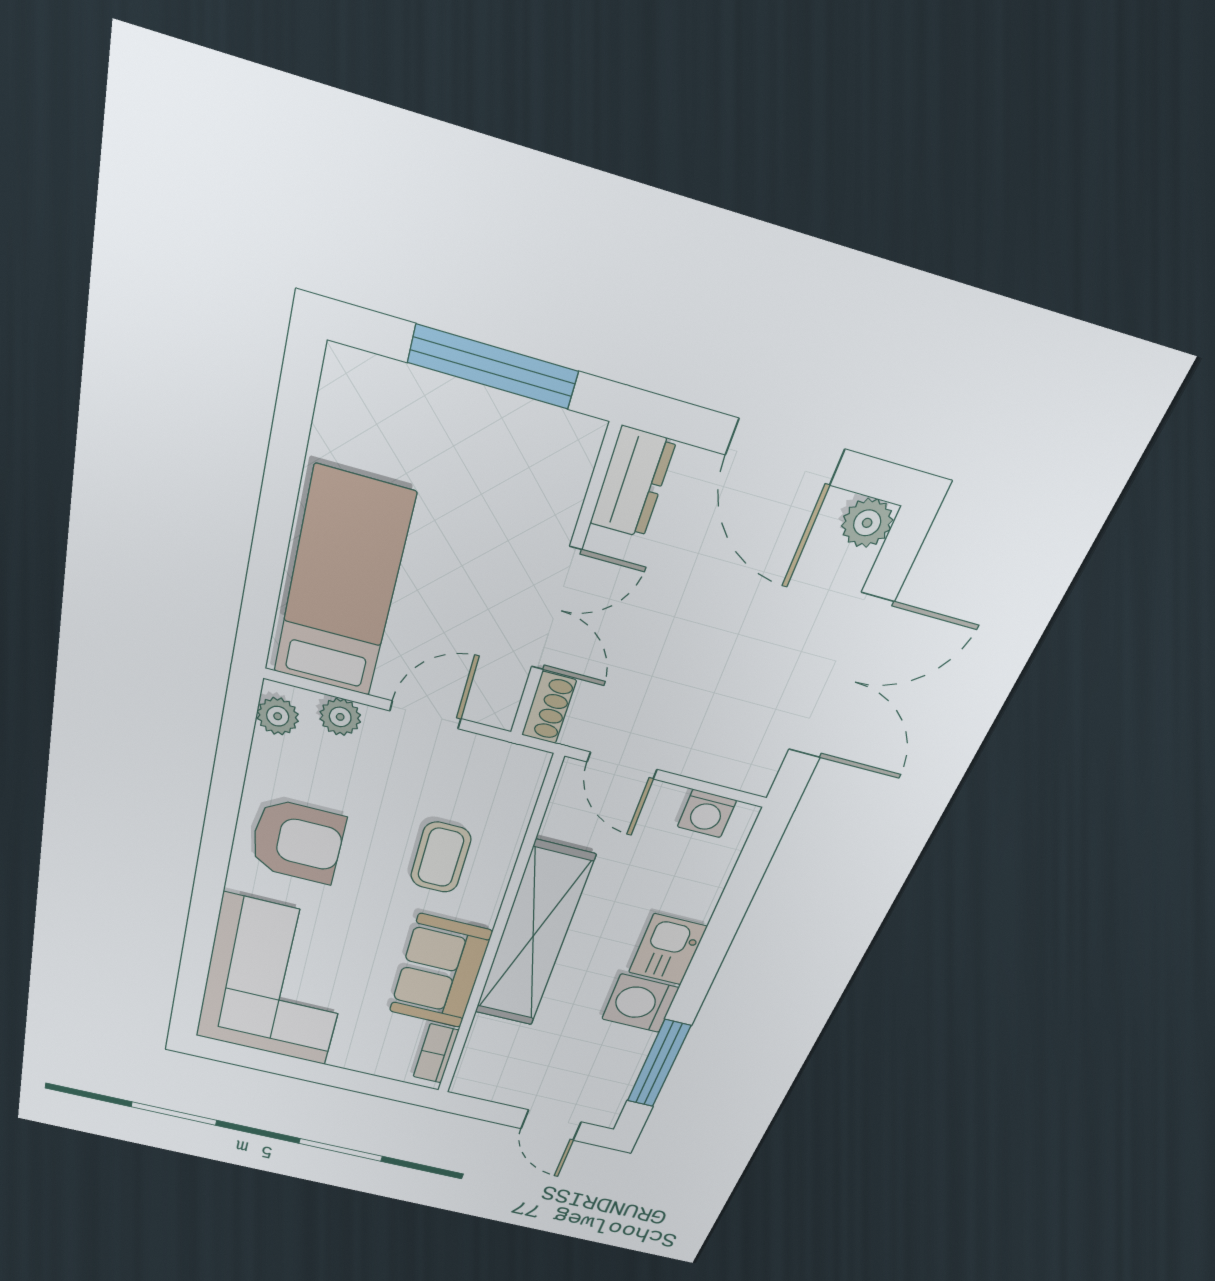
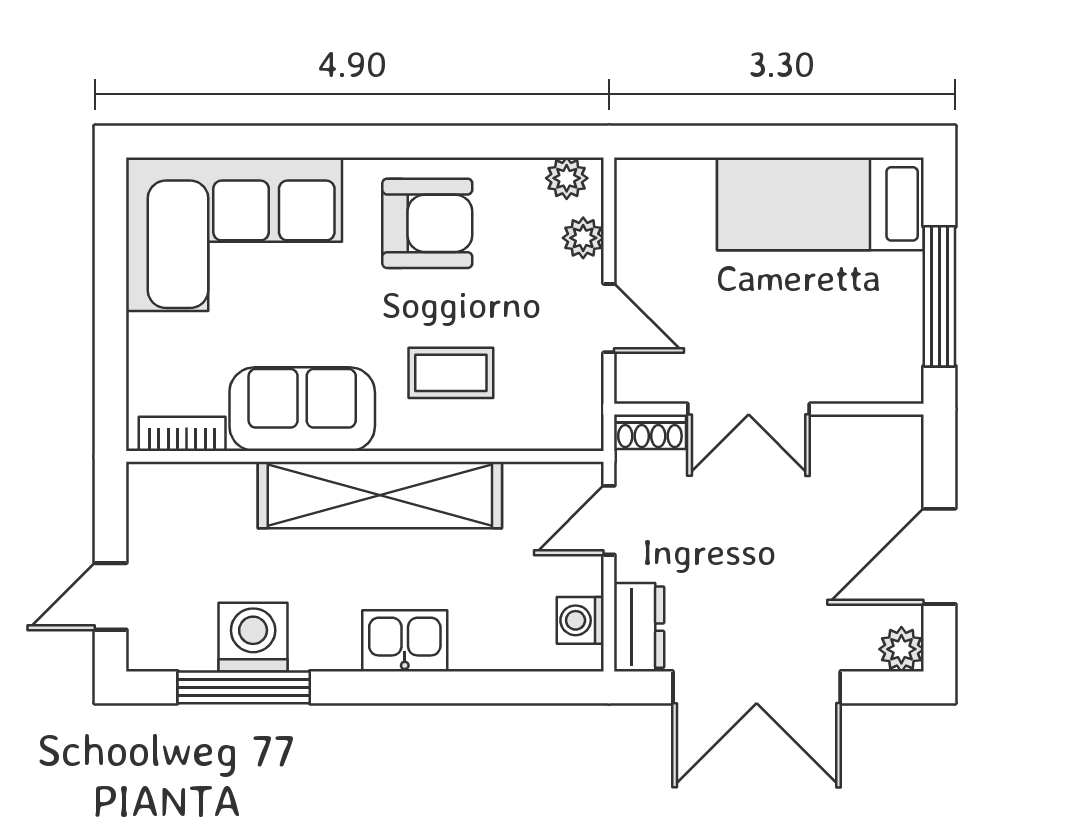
dresser: (633, 483) -> (639, 627), moved, turned -90
bed: (343, 585) -> (820, 204), moved, turned 180
armchair: (297, 841) -> (427, 223), turned -90
washing machine: (640, 1003) -> (253, 637), moved

